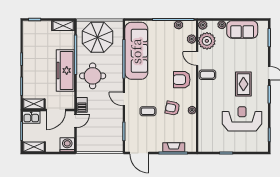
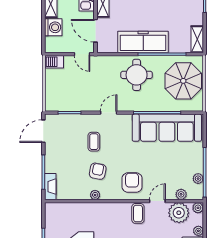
barbecue: (82, 105) -> (54, 62), moved
washing machine: (67, 145) -> (53, 27), moved
fireplace: (174, 147) -> (50, 187), moved

